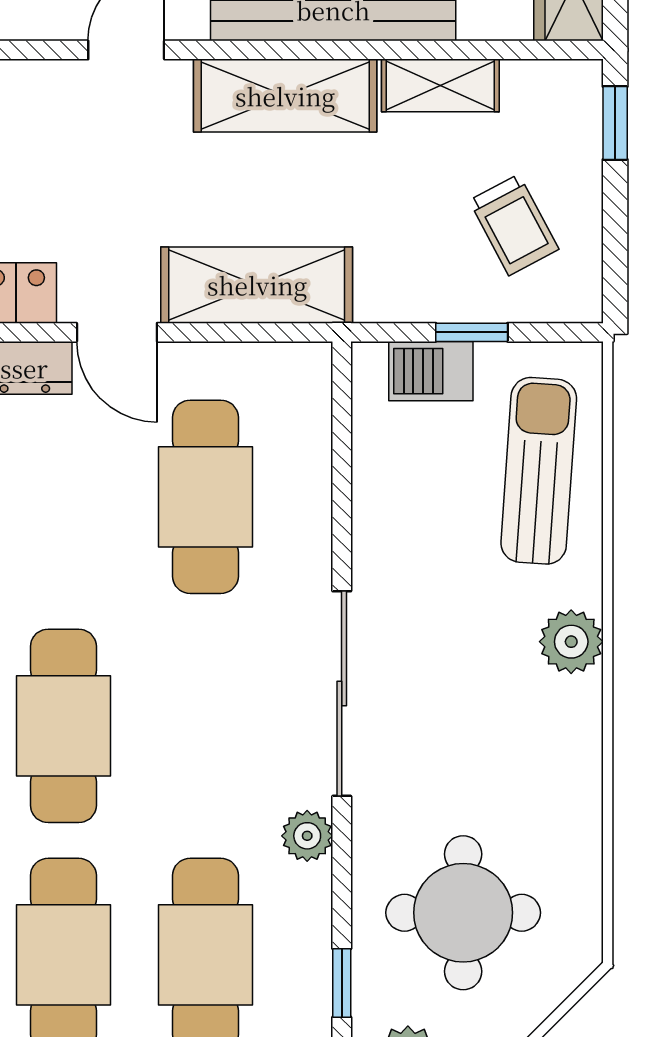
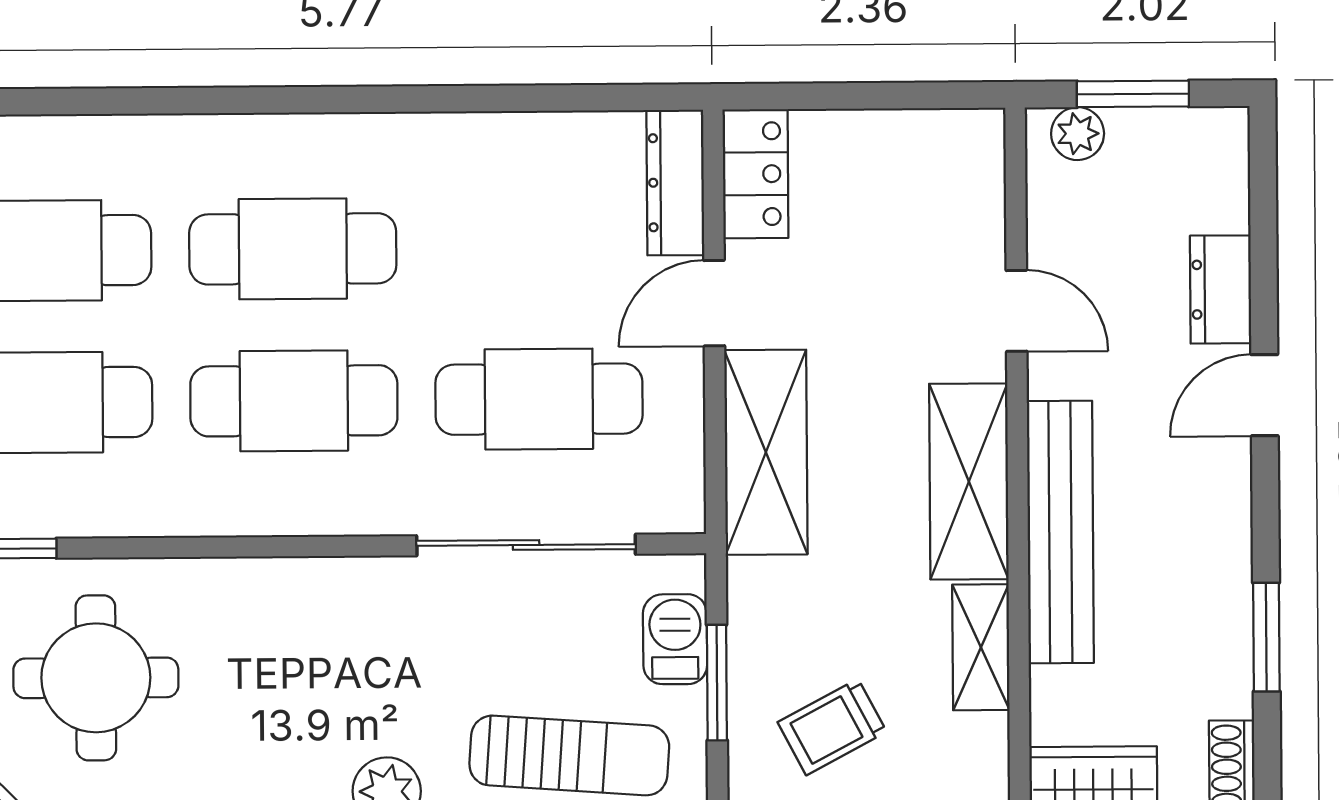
window: (472, 332) -> (717, 683), width x1.50
sliding door: (342, 694) -> (526, 545), moved
cafe table: (205, 726) -> (294, 401), added
plant: (307, 836) -> (177, 510), removed

